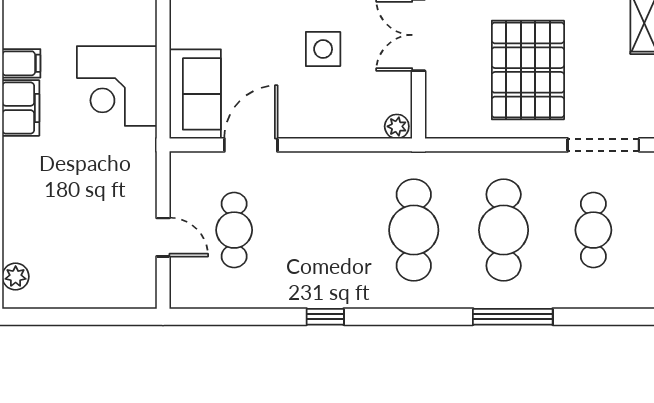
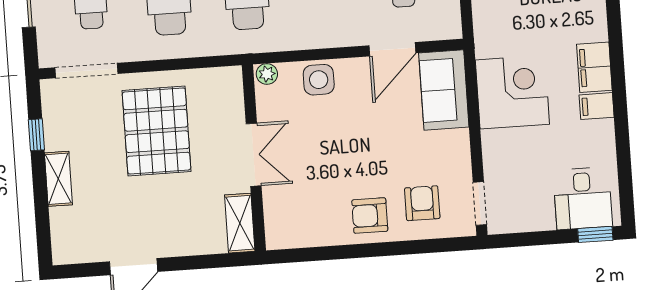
side table: (323, 49) -> (319, 80), moved

